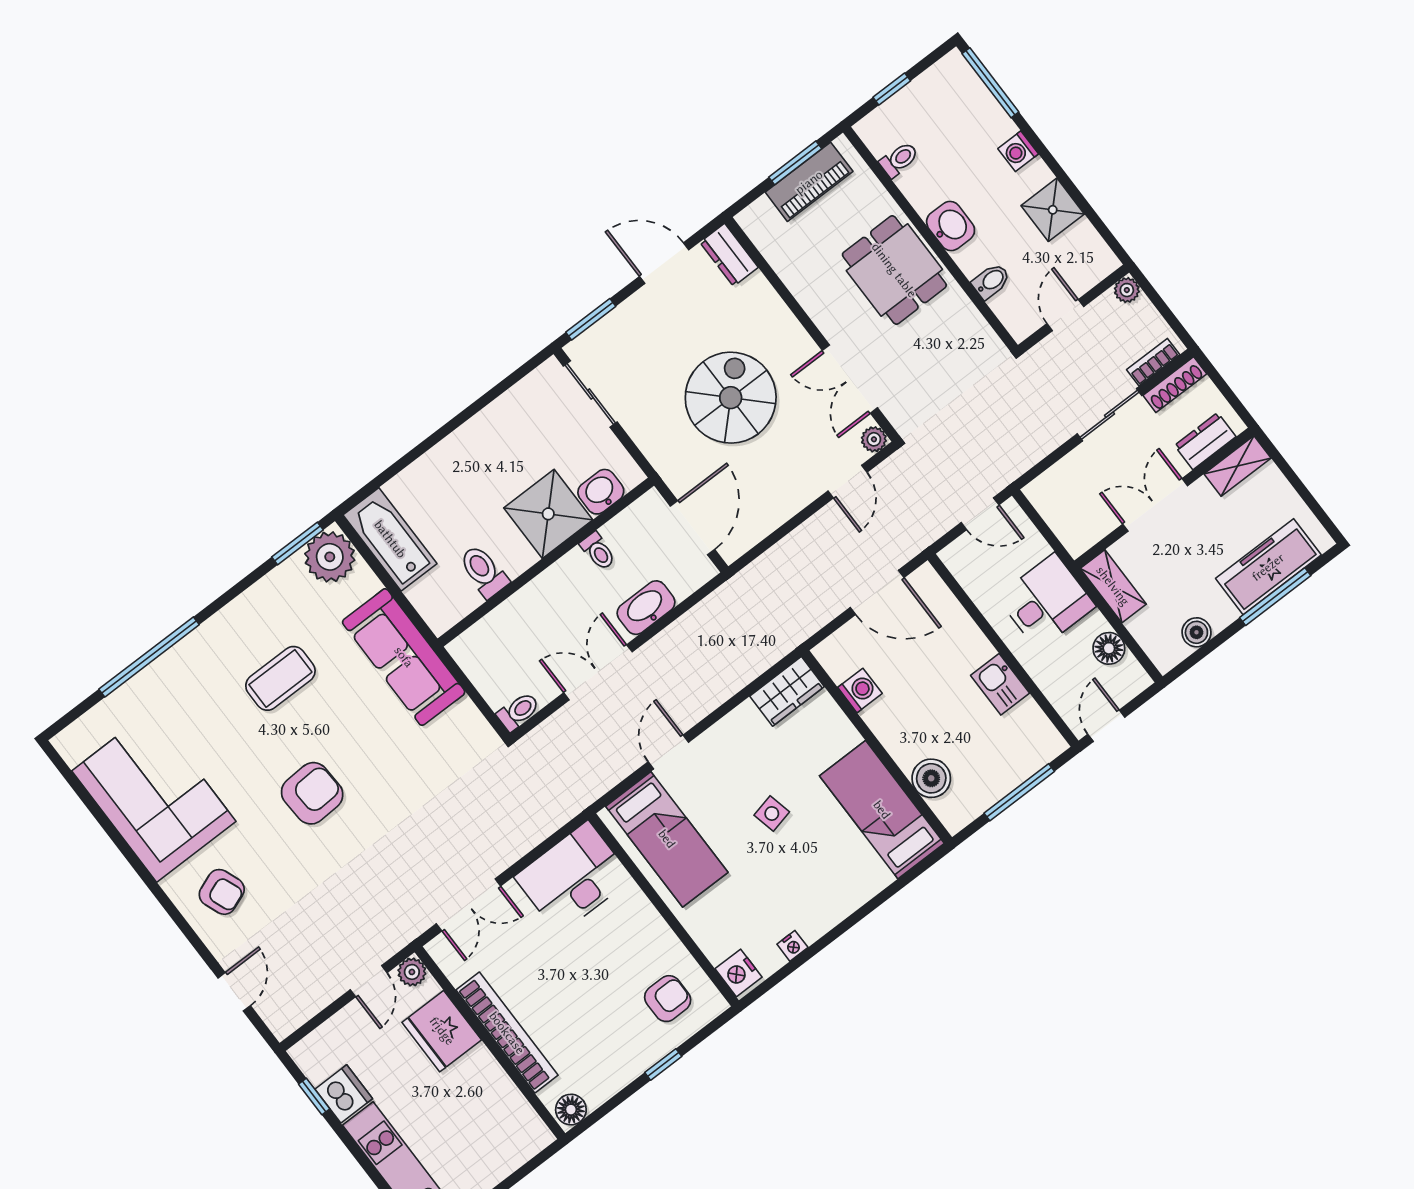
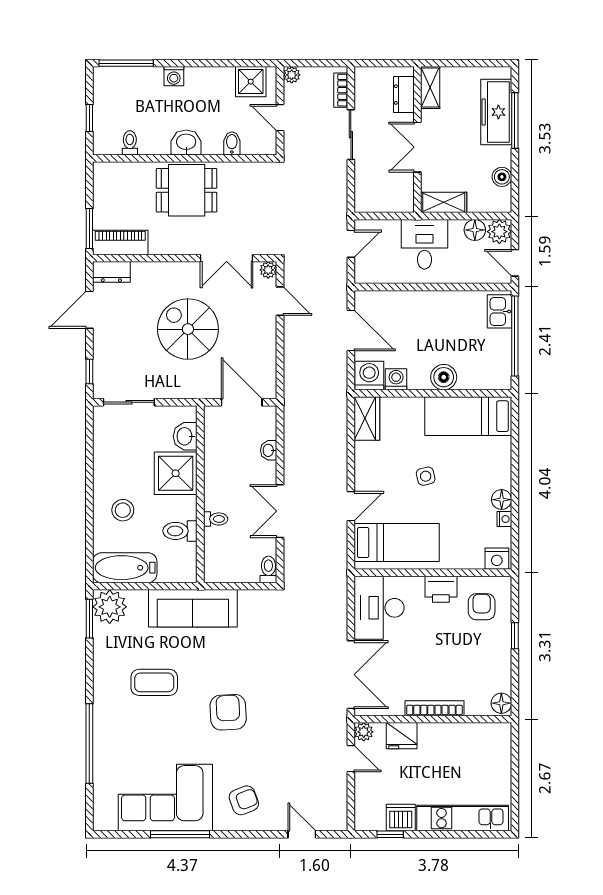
window: (795, 163) -> (89, 228), moved
piano: (809, 182) -> (120, 242), moved, turned -90
shower: (1053, 210) -> (251, 82), moved
window: (591, 319) -> (89, 372), width x0.67
shoe rack: (1175, 385) -> (361, 88), removed
stool: (456, 485) -> (123, 510), added
toilet: (598, 551) -> (216, 519), moved
door: (877, 592) -> (351, 330), hinge flipped
washbasin: (646, 608) -> (269, 450), width x0.52, depth x0.69
washing machine: (840, 655) -> (369, 376), added
coffee table: (280, 678) -> (154, 682), turned 90
plant: (1129, 679) -> (499, 232), added
kitchen sink: (1000, 684) -> (499, 311), moved, turned 90
door: (668, 752) -> (351, 506), swing flipped
boiler: (931, 778) -> (444, 377), moved
window: (1019, 792) -> (515, 336), width x1.46
window: (124, 847) -> (180, 834), added
double door: (468, 905) -> (351, 675), width x1.37
floor lamp: (813, 925) -> (502, 500), added
printer: (651, 934) -> (441, 589), added
fridge: (442, 1031) -> (402, 736), width x0.73, depth x0.75
bookcase: (507, 1033) -> (434, 708), width x0.68, depth x0.76

